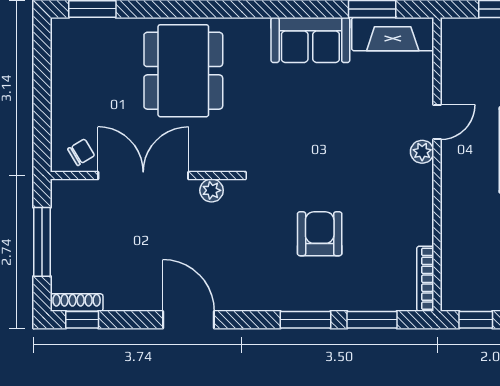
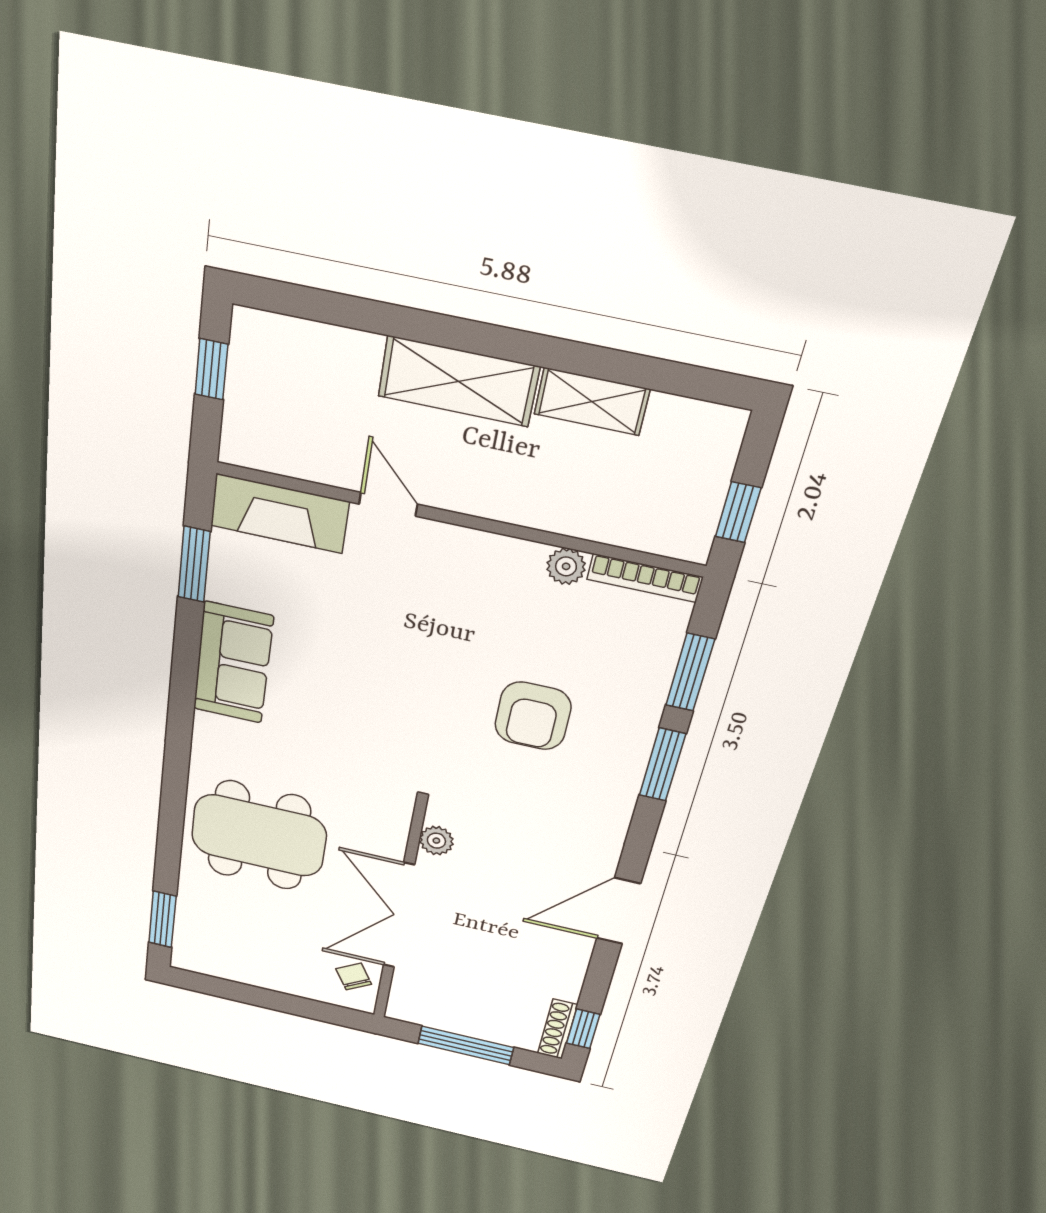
fireplace: (393, 34) -> (279, 514), moved, turned 90
plant: (422, 152) -> (566, 566), moved
armchair: (320, 234) -> (533, 716), turned -90

